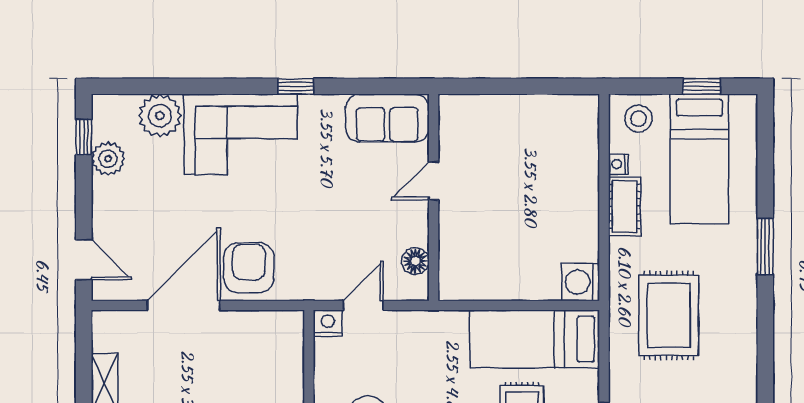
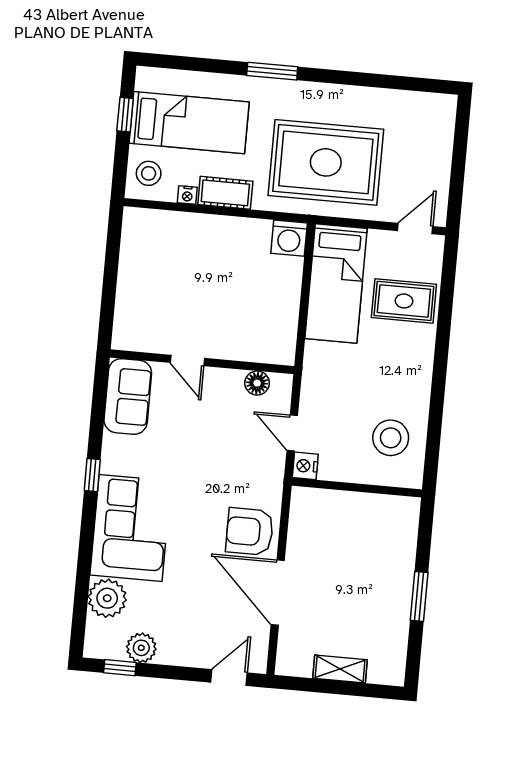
rug: (669, 315) -> (326, 162), width x1.37, depth x1.44

